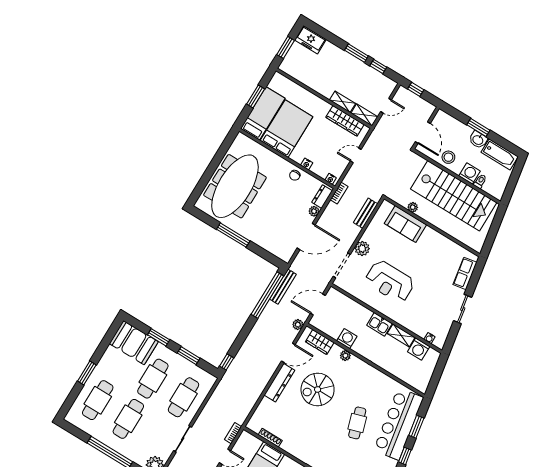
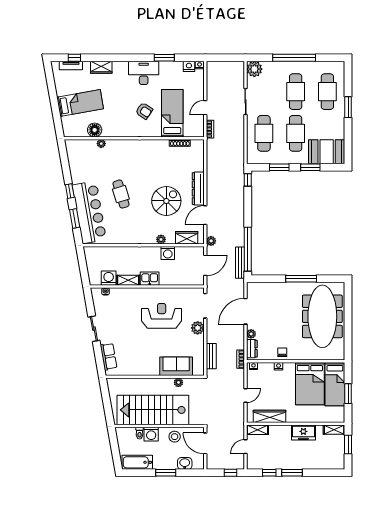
freezer: (310, 40) -> (303, 433), moved, turned 180
shelving: (343, 102) -> (334, 430), moved
washbasin: (478, 140) -> (185, 463), moved

